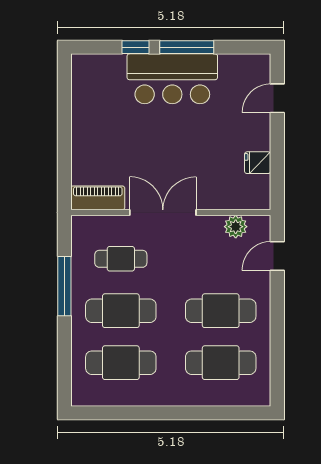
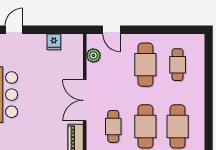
door: (277, 98) -> (14, 30), swing flipped
cafe table: (221, 363) -> (178, 65), width x0.73, depth x0.74

